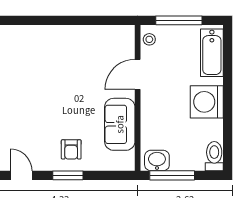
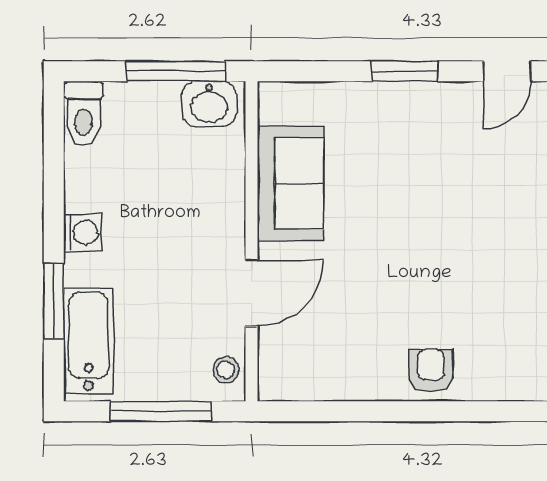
window: (228, 71) -> (54, 301), added
washing machine: (207, 102) -> (83, 233), width x0.53, depth x0.53
armchair: (71, 149) -> (431, 371), moved
door: (21, 175) -> (507, 71), hinge flipped

